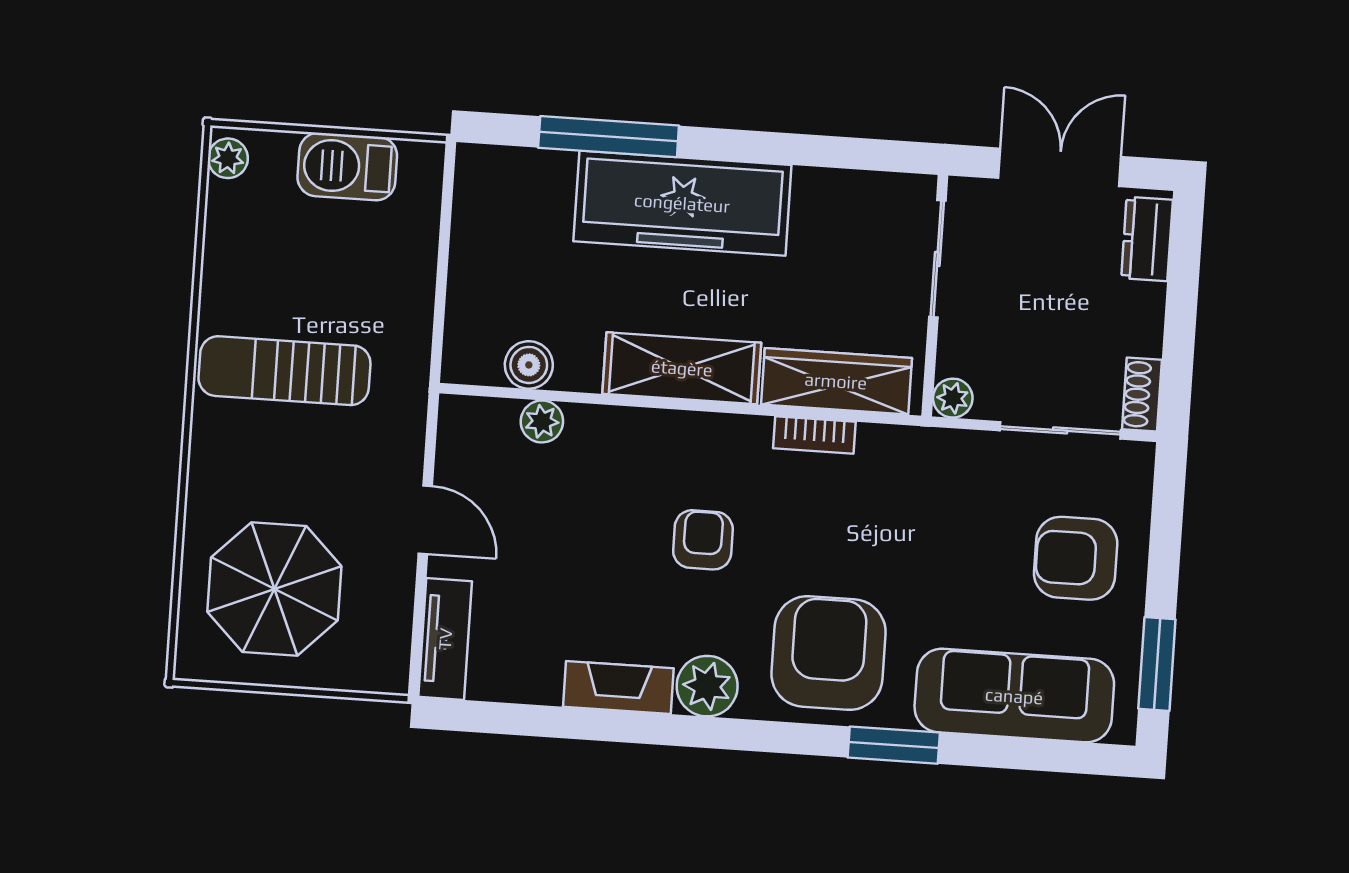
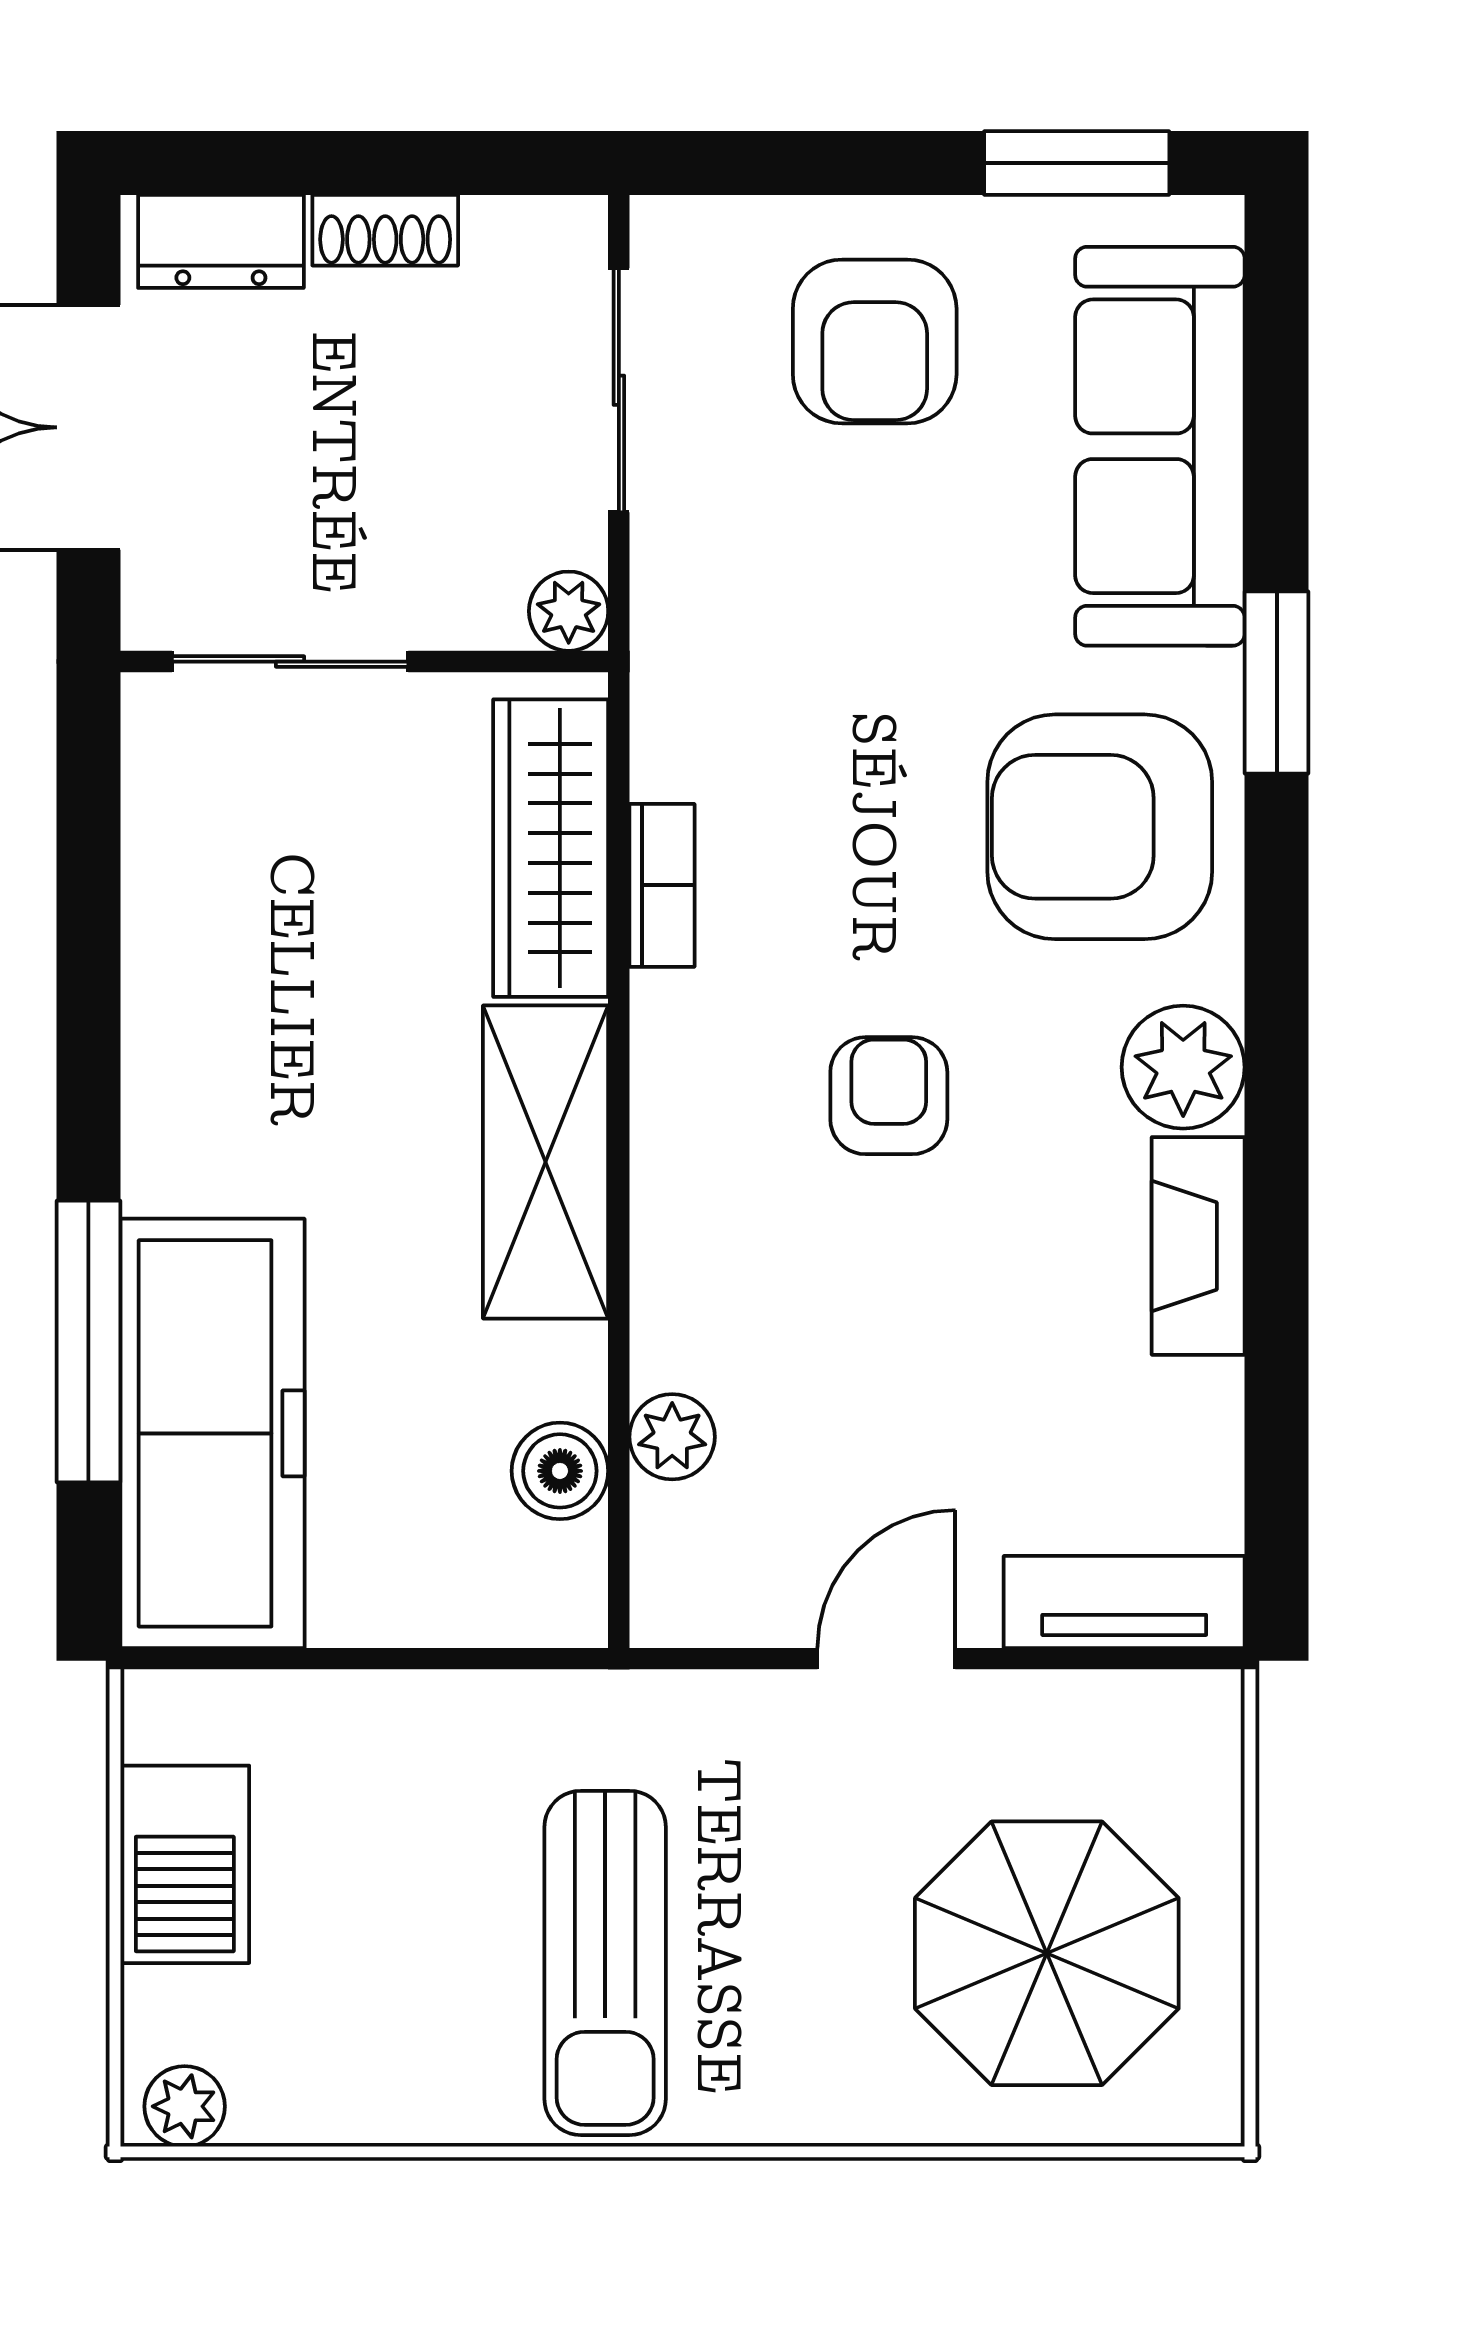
freezer: (682, 203) -> (212, 1433), moved
shoe rack: (1142, 395) -> (385, 230), moved
armchair: (703, 540) -> (889, 1096), turned 90

